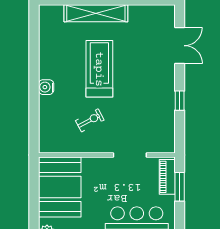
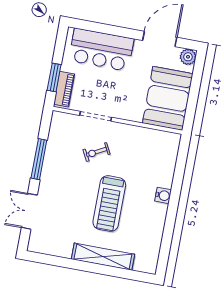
window: (180, 101) -> (39, 159), width x2.17
exercise bike: (90, 120) -> (97, 152), moved

